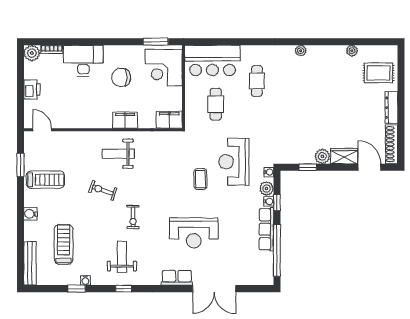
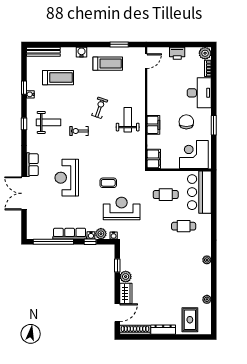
window: (156, 42) -> (214, 125), moved
treadmill: (45, 180) -> (108, 64), turned -90

